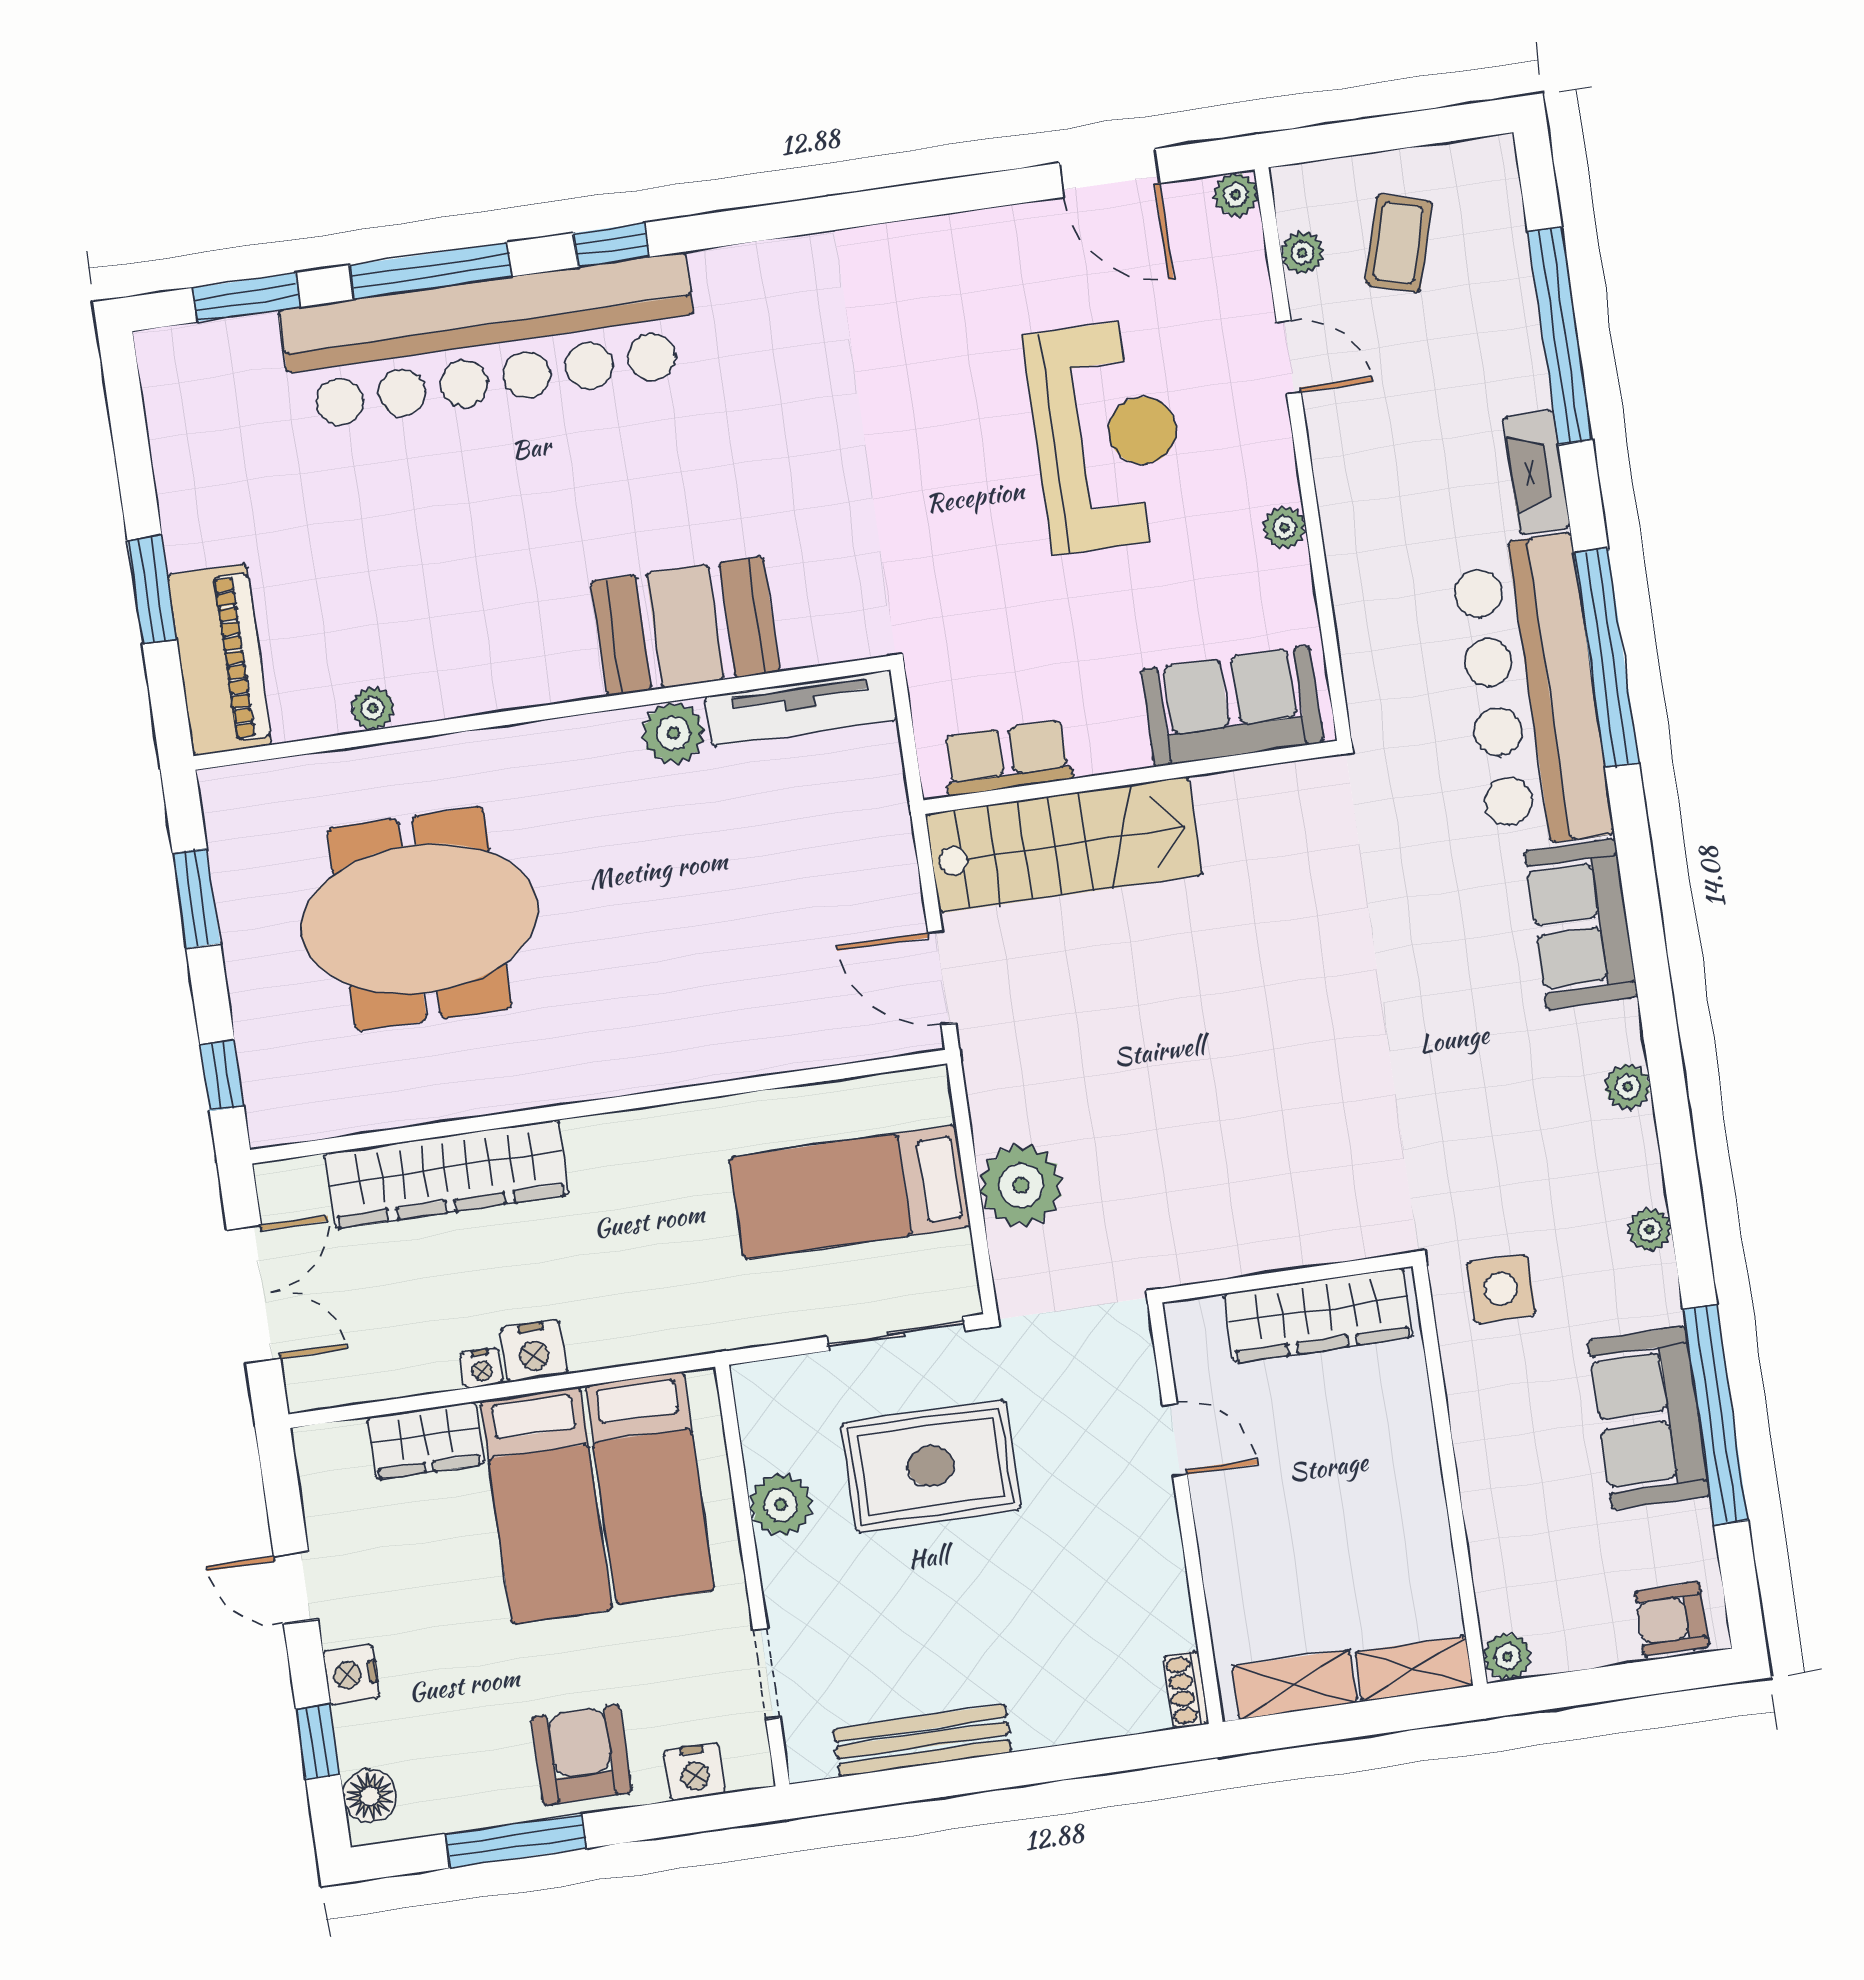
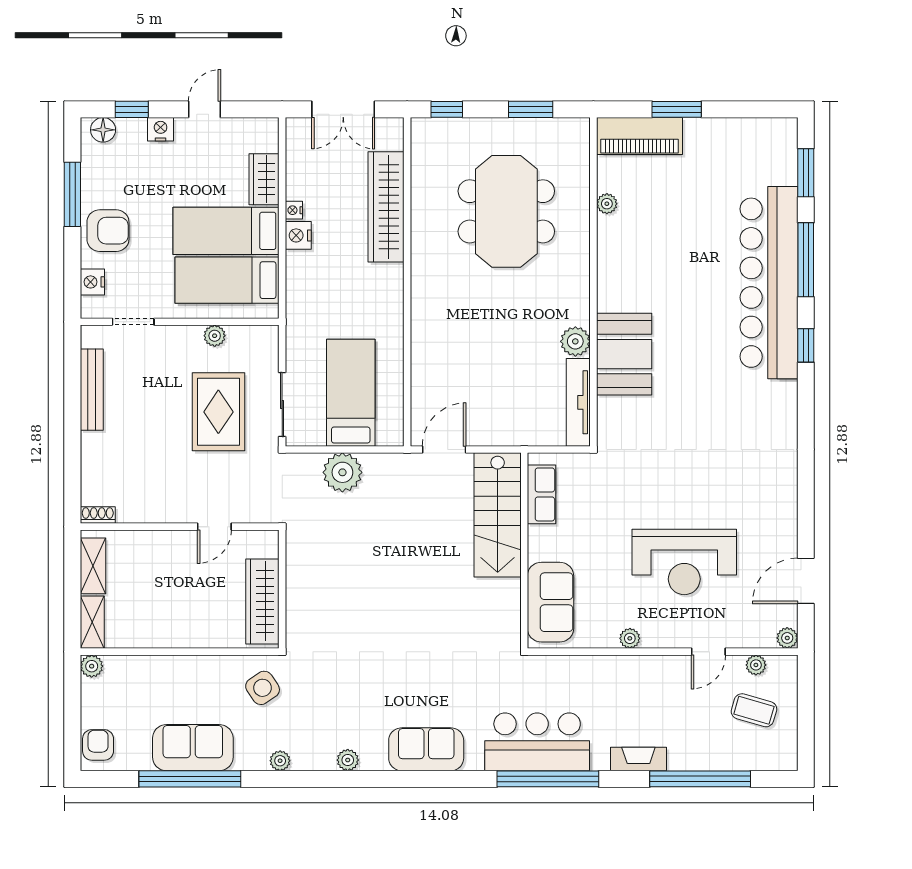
bar counter: (1531, 692) -> (537, 742), width x0.73
side table: (1501, 1289) -> (263, 688), turned -34
plant: (781, 1505) -> (215, 336), width x0.73, depth x0.73

